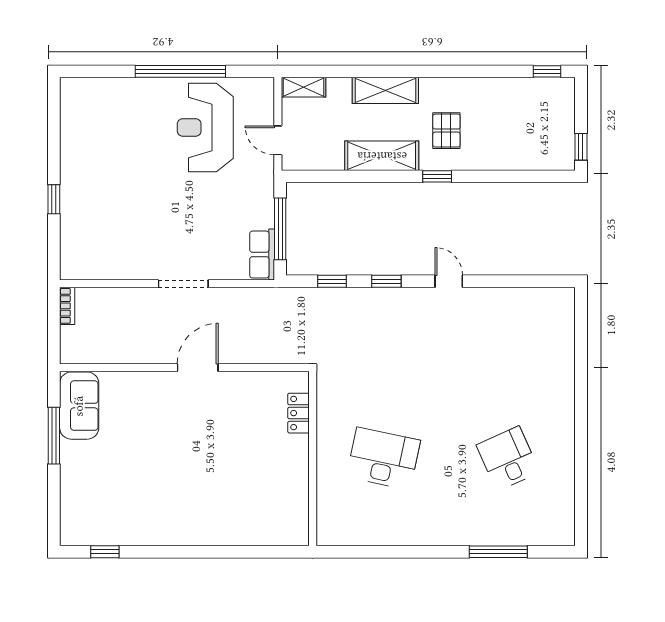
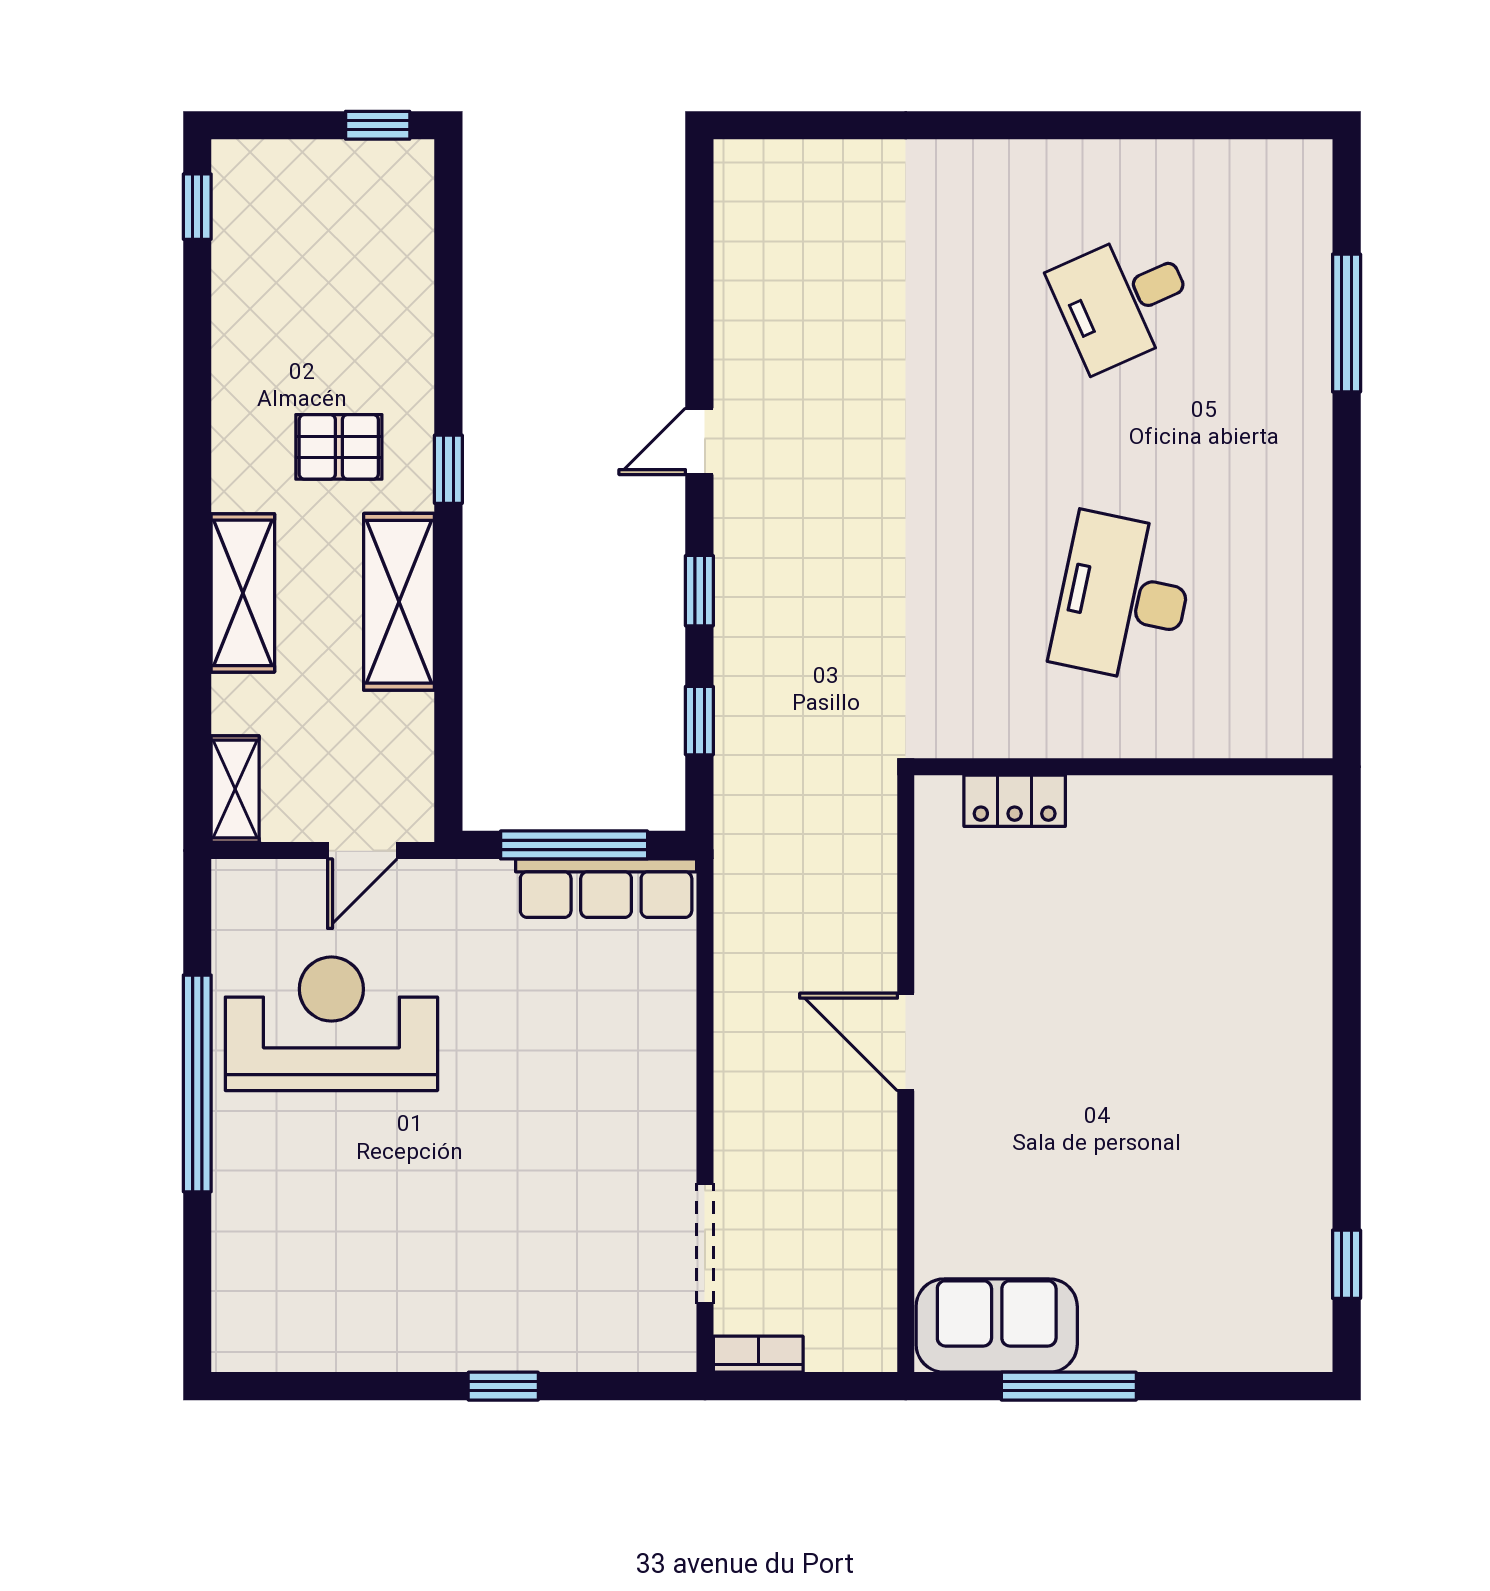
reception desk: (205, 127) -> (331, 1024), turned 180
row of seats: (262, 255) -> (606, 888), width x1.48
doorway: (183, 284) -> (705, 1243), moved

